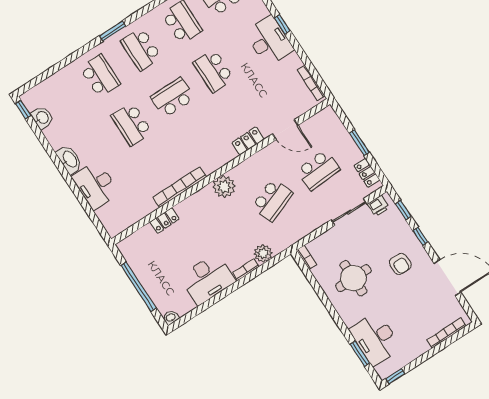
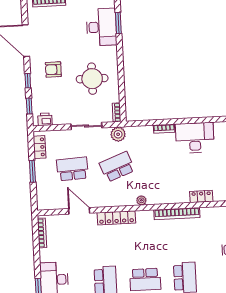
locker: (248, 141) -> (116, 218), width x1.53
plant: (224, 187) -> (141, 200), width x0.53, depth x0.53
sliding door: (349, 212) -> (86, 126), moved
plant: (263, 254) -> (118, 134), moved
armchair: (400, 264) -> (53, 70), turned -90

